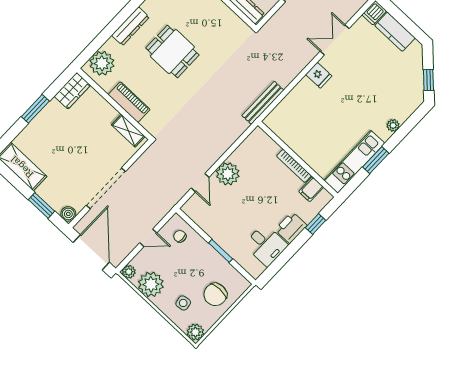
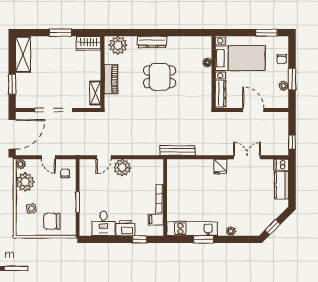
dining table: (172, 52) -> (160, 77), turned 90
boiler: (68, 214) -> (21, 103), removed
plant: (195, 332) -> (22, 230), removed

